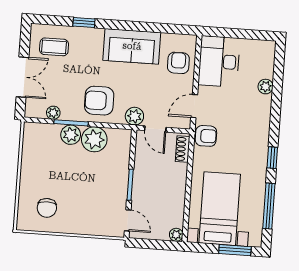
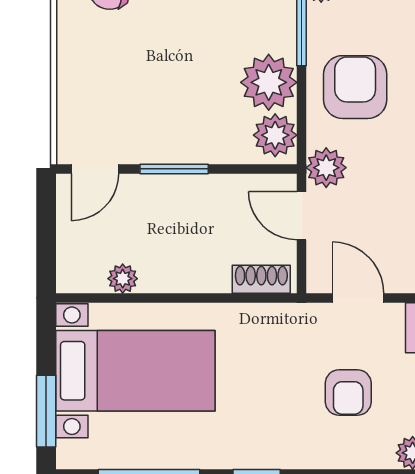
door: (155, 129) -> (302, 216), hinge flipped
plant: (71, 135) -> (275, 135), moved
armchair: (206, 136) -> (348, 392), moved
plant: (176, 235) -> (123, 279), moved

